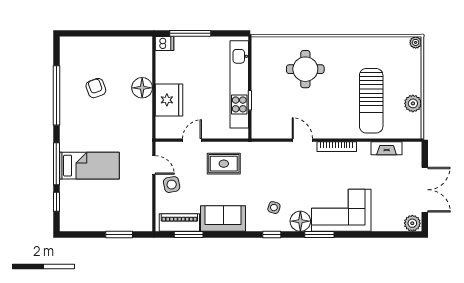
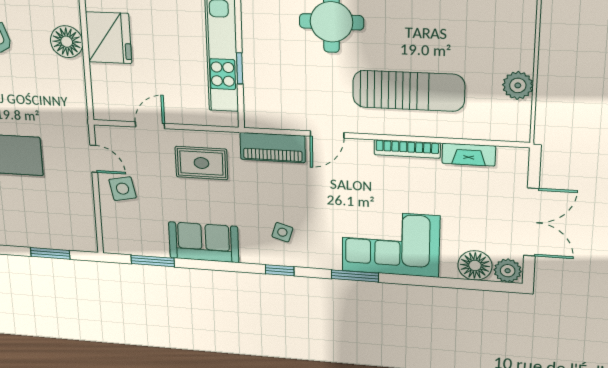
fridge: (169, 100) -> (109, 38), moved
sun lounger: (371, 101) -> (408, 91), moved, turned -90
door: (302, 140) -> (327, 134), swing flipped
bookcase: (337, 147) -> (407, 149), moved
floor lamp: (300, 221) -> (475, 265), moved
piano: (179, 222) -> (273, 148), moved, turned 180

